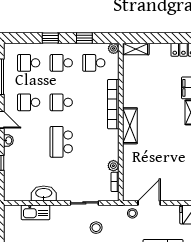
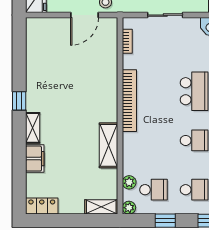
bookcase: (113, 104) -> (129, 101), moved
shelving: (130, 126) -> (108, 145), moved
plant: (113, 166) -> (129, 182), moved

